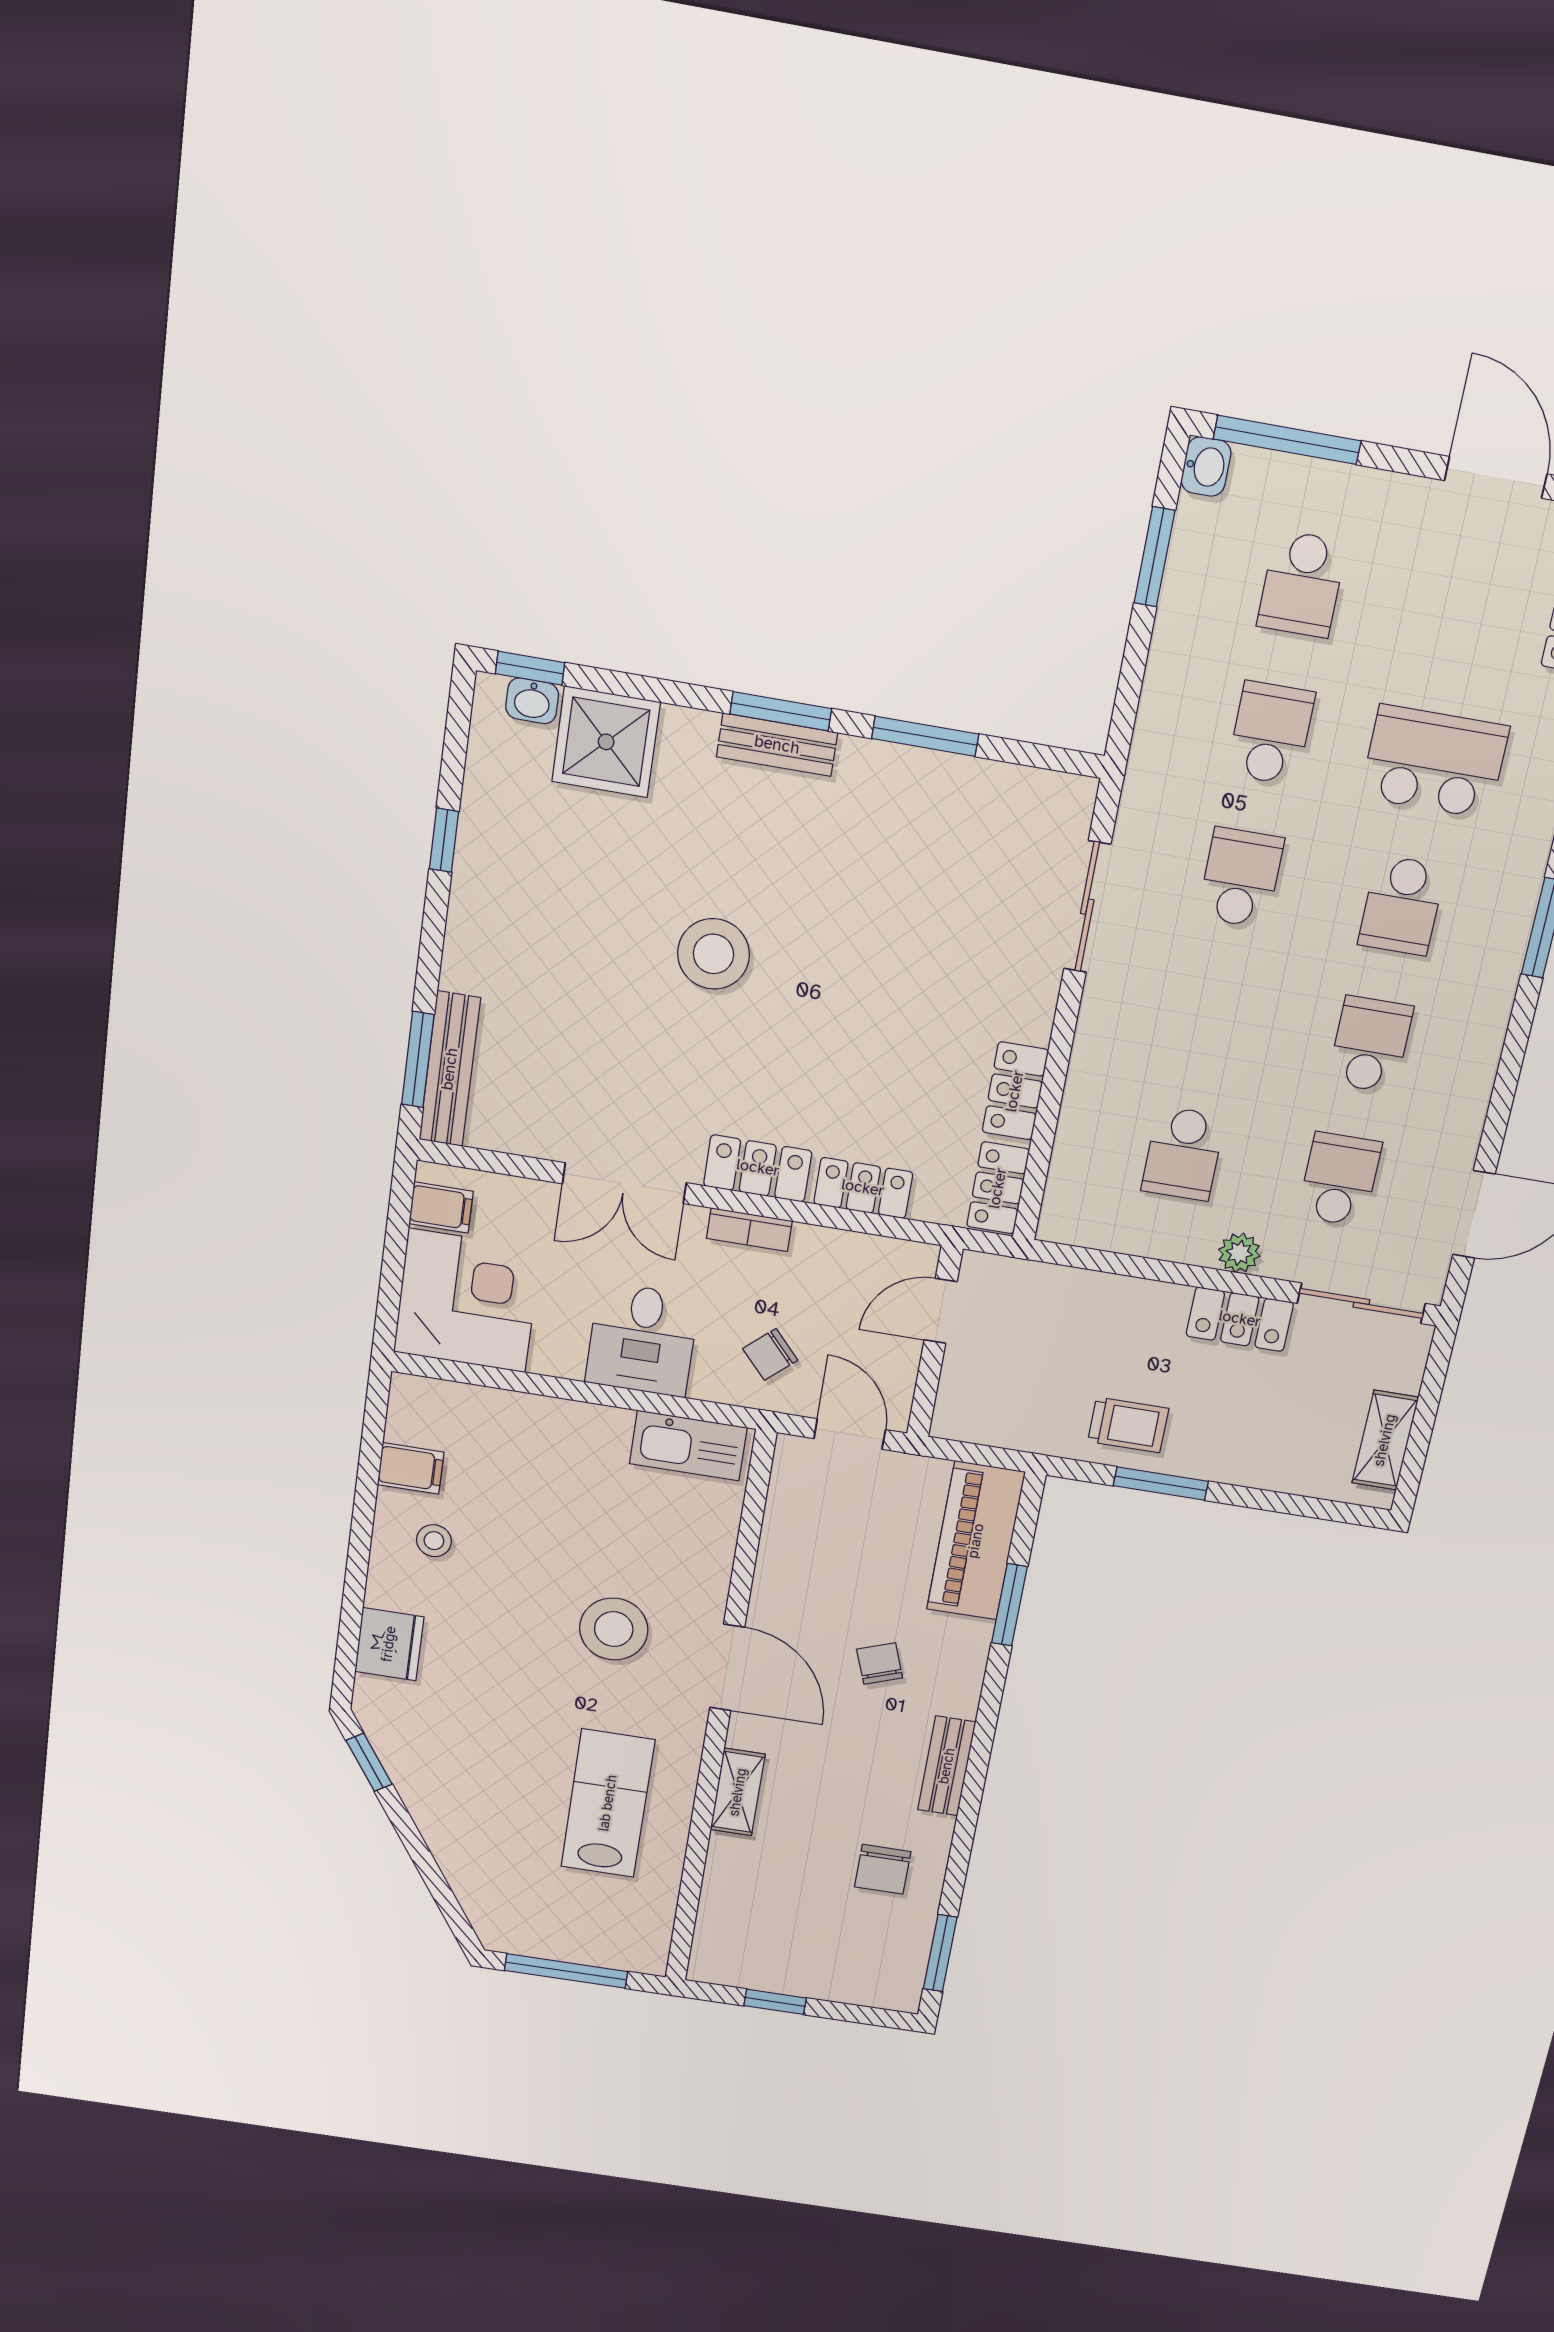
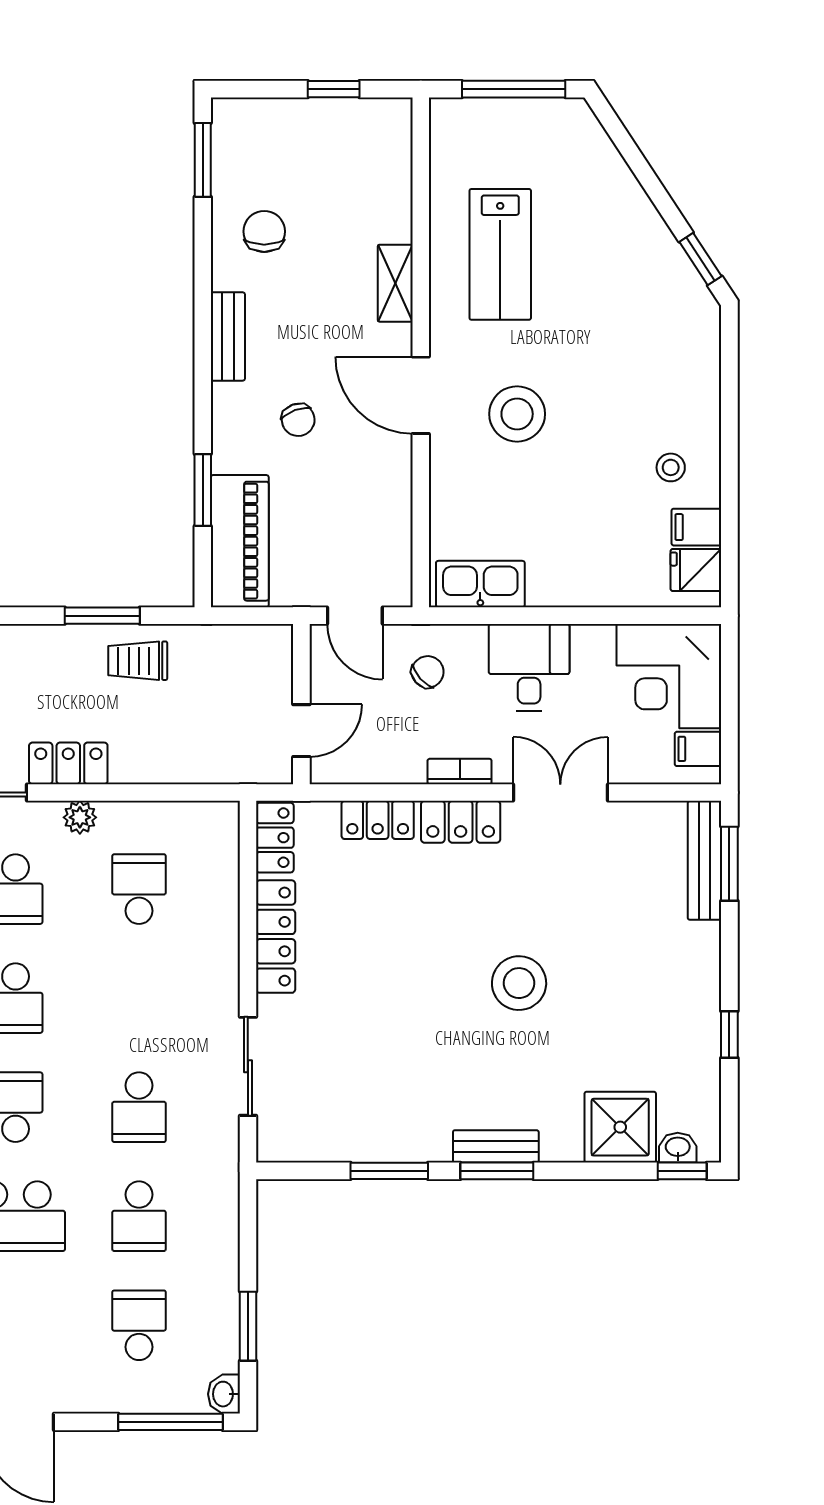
locker: (1015, 1091) -> (276, 937), width x1.53
fridge: (389, 1644) -> (696, 570), moved, width x0.72

